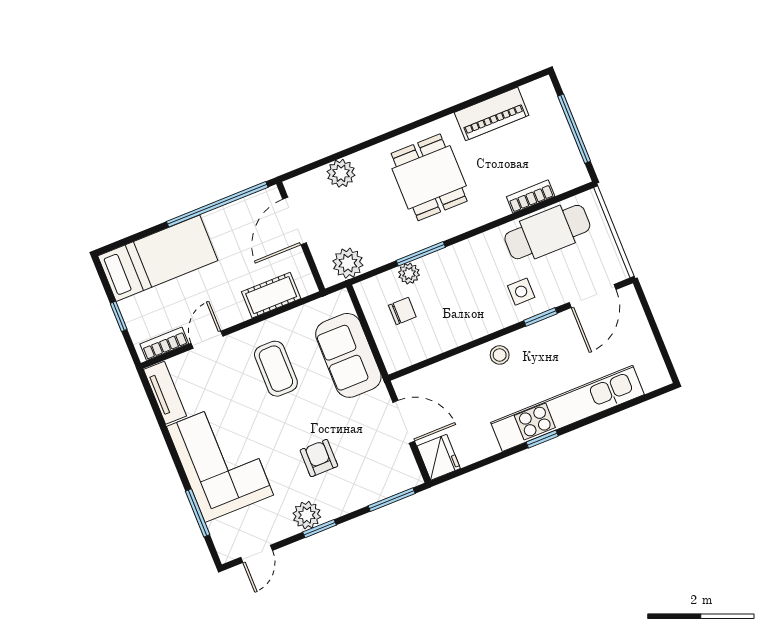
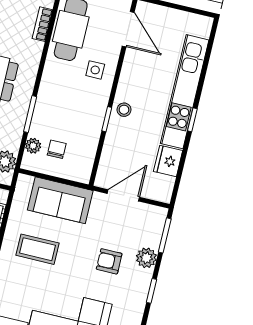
plant: (409, 274) -> (33, 146), moved
window: (540, 317) -> (107, 119), moved
fridge: (439, 457) -> (168, 161), moved, turned -90
plant: (307, 515) -> (146, 258), moved

